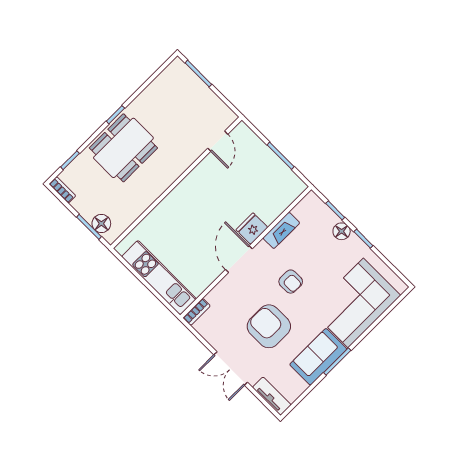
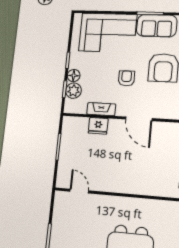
door: (218, 141) -> (79, 191), hinge flipped
plant: (326, 218) -> (73, 91), added
fridge: (252, 229) -> (98, 126), moved
door: (239, 259) -> (139, 119), hinge flipped

